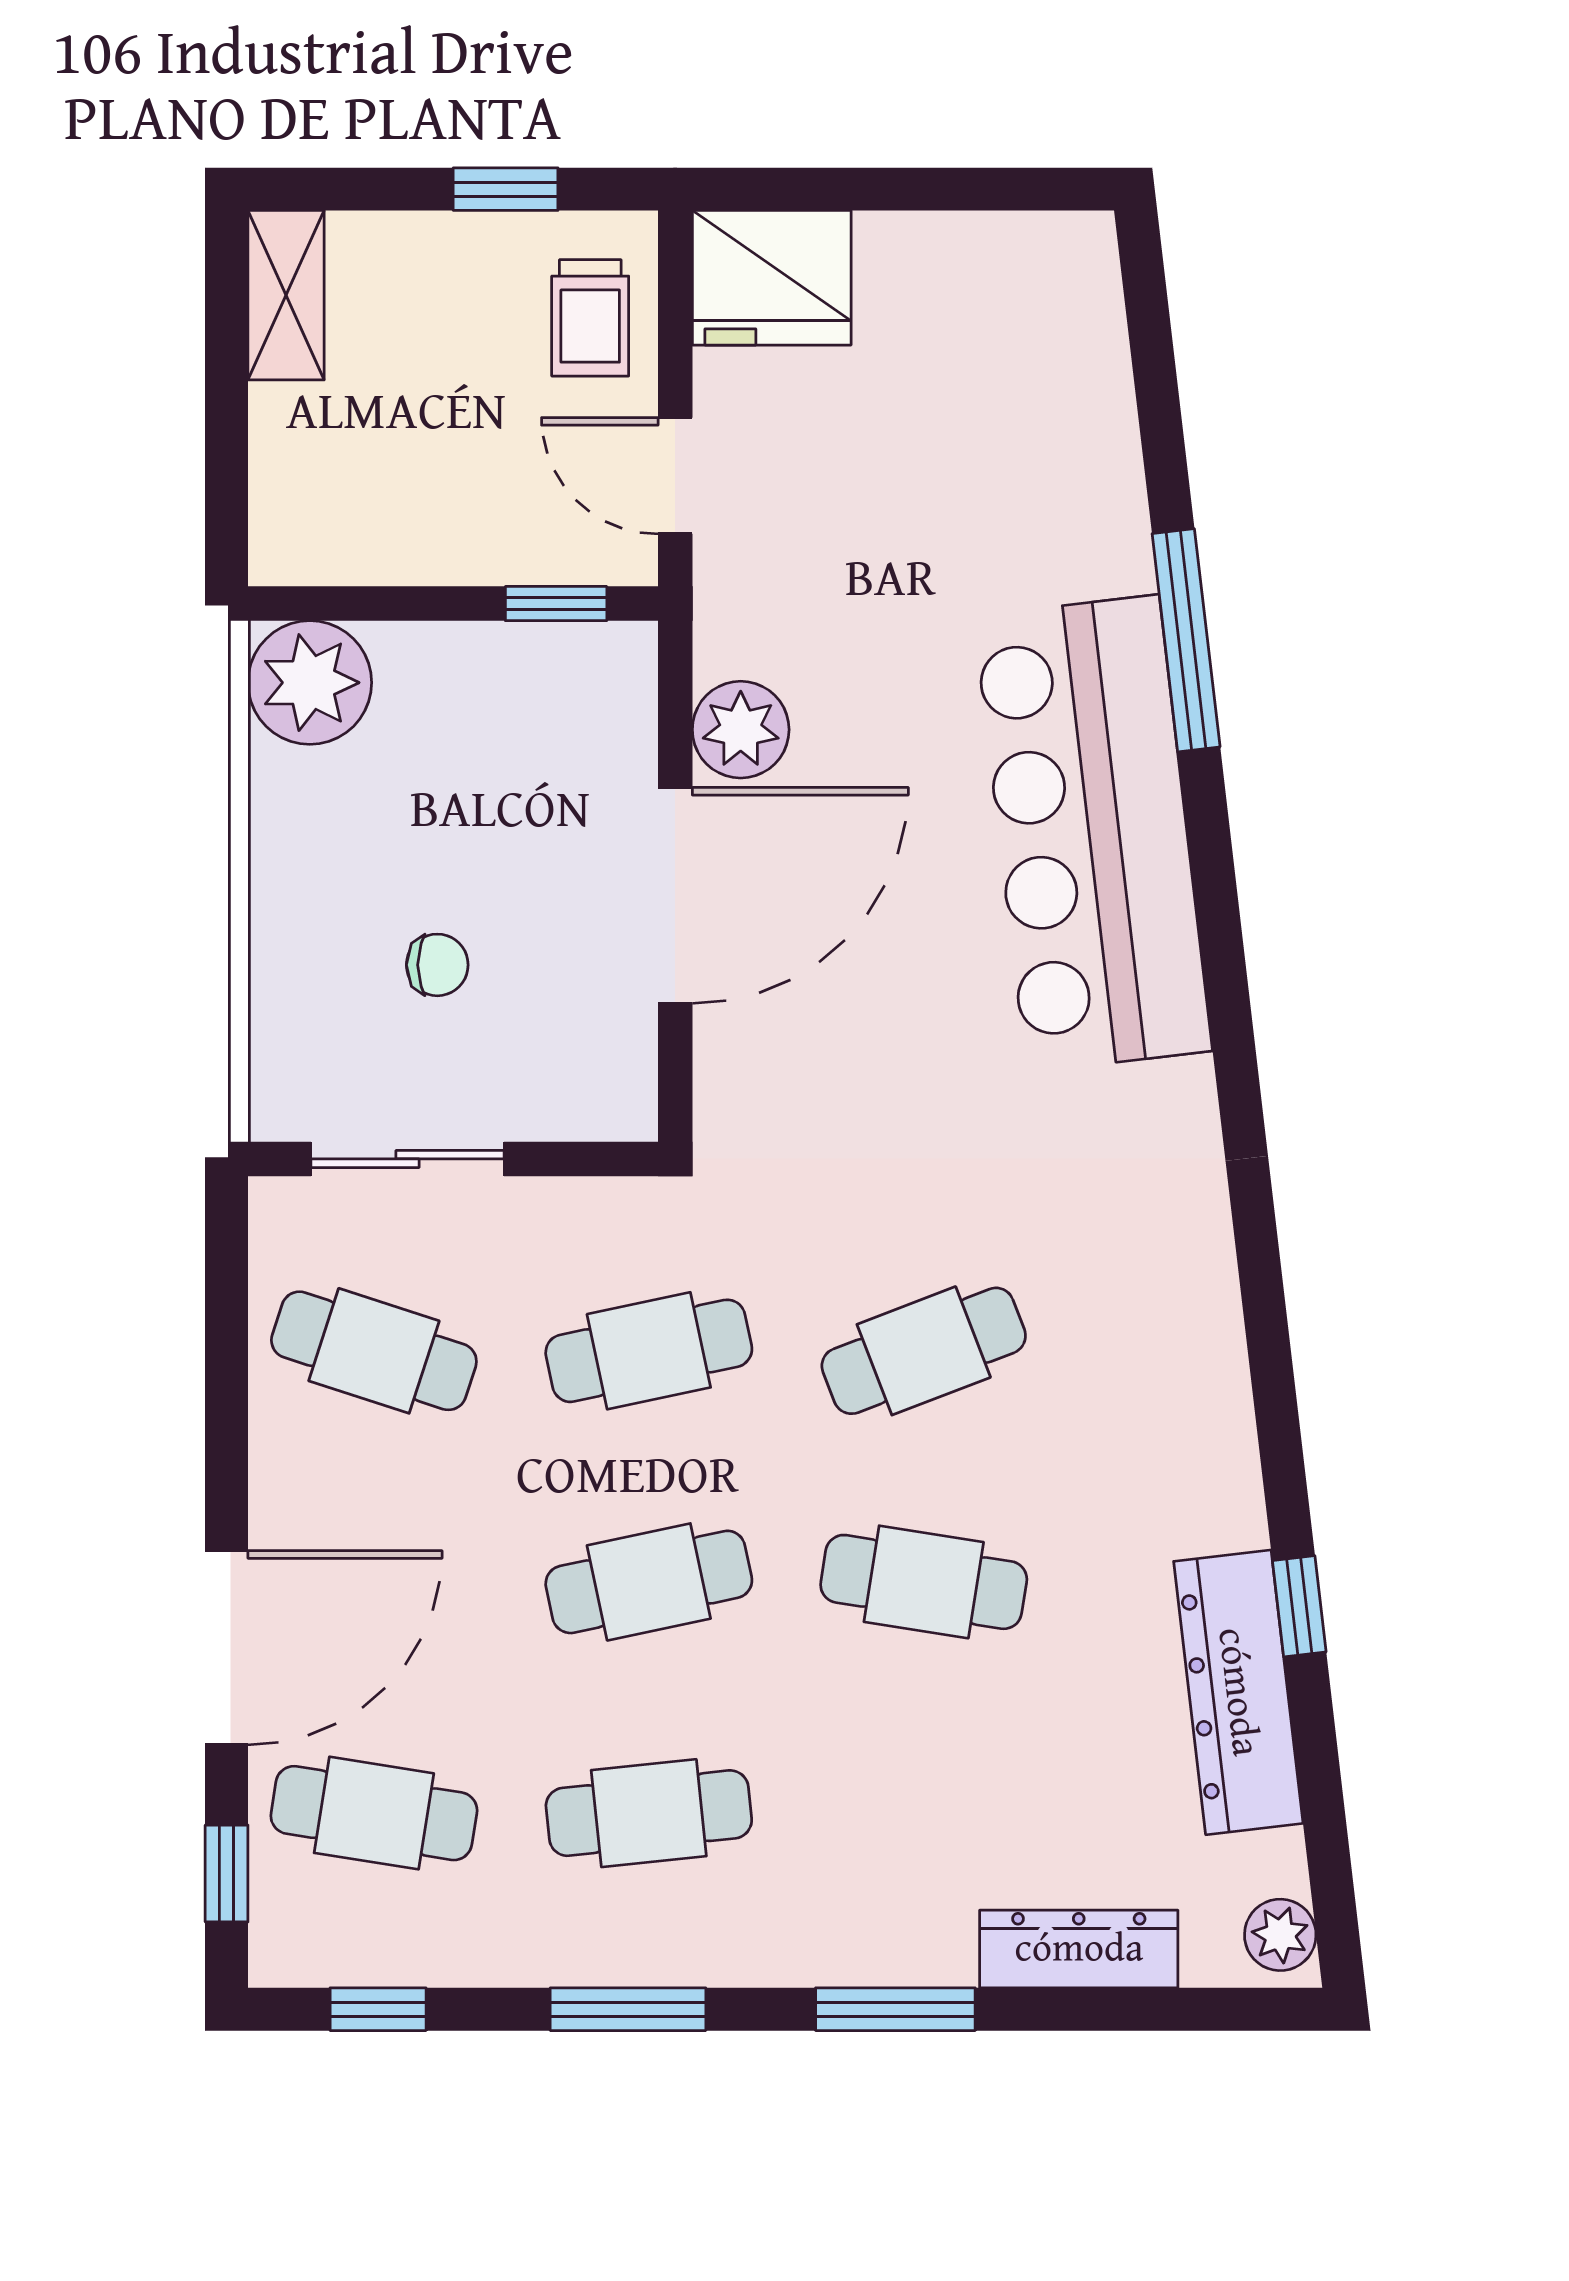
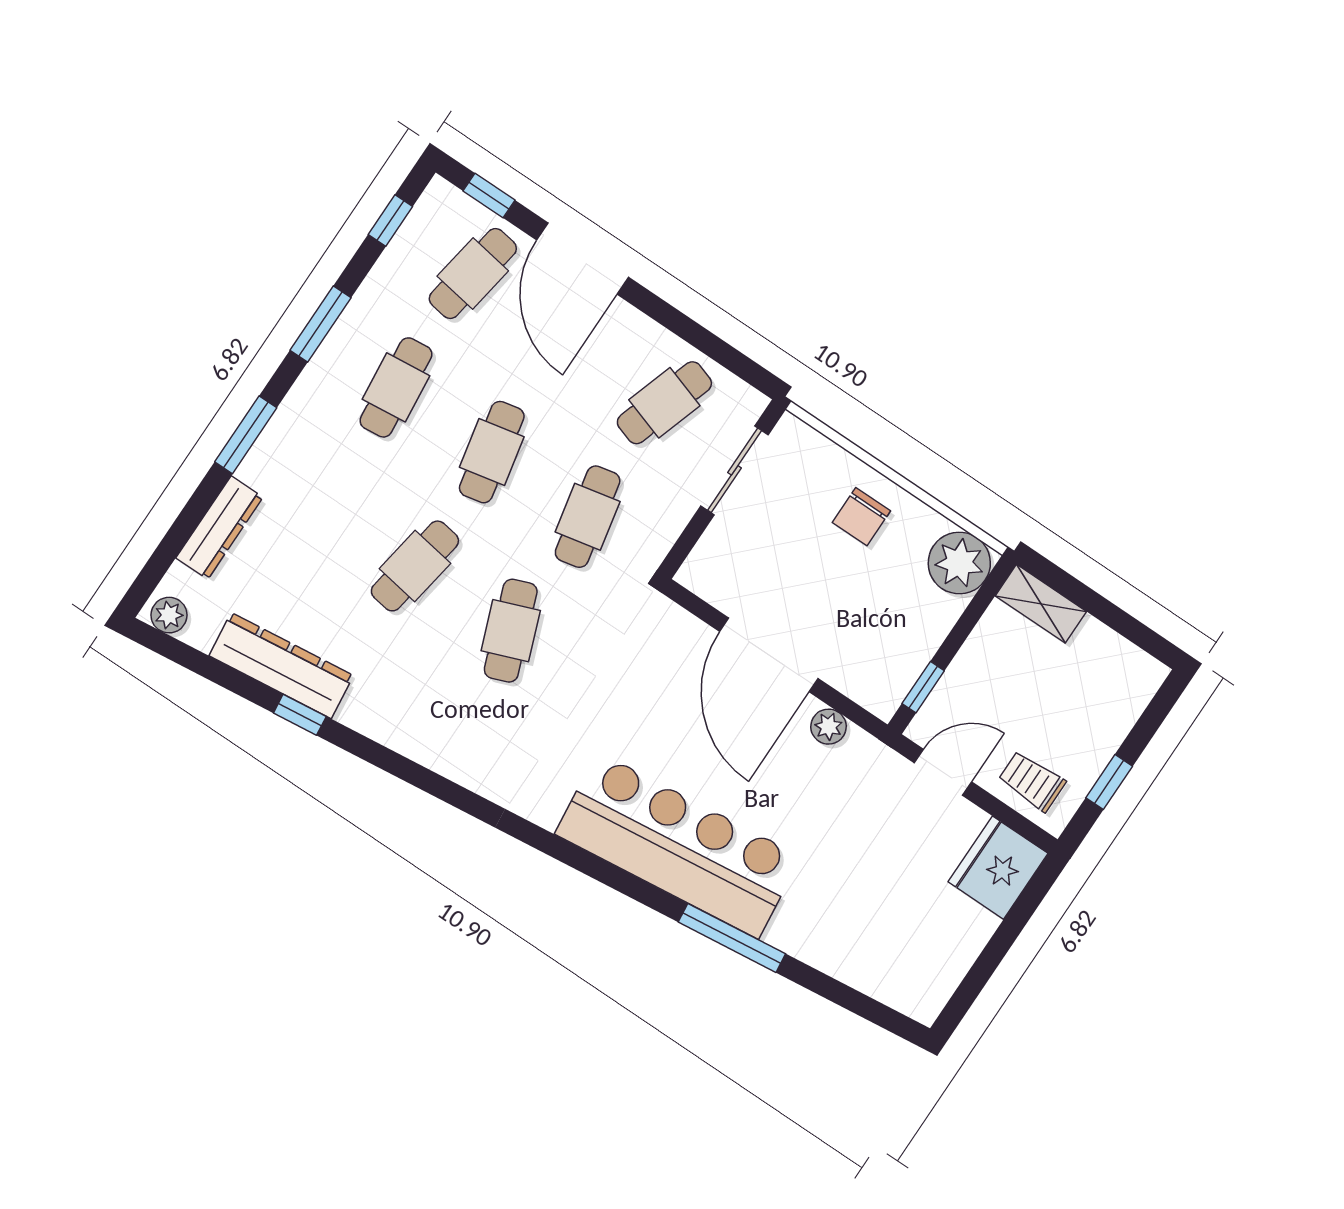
shelving: (286, 295) -> (1041, 604), moved
plant: (741, 730) -> (828, 727), width x0.73, depth x0.73
chair: (437, 965) -> (861, 517), moved, width x1.37, depth x1.37

